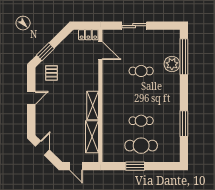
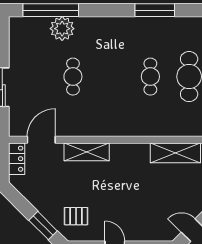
shelving: (93, 106) -> (87, 152), moved

